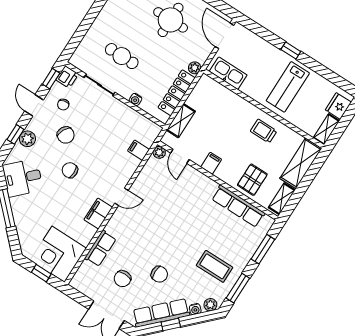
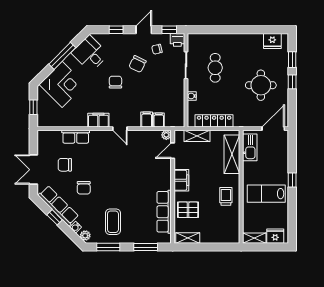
plant: (195, 68) -> (239, 122), removed
plant: (27, 139) -> (118, 40), removed
filing cabinet: (130, 163) -> (147, 119), added
filing cabinet: (211, 163) -> (181, 180), width x2.00
shelving: (301, 163) -> (232, 154), moved, turned 90
corner desk: (58, 254) -> (62, 84), moved, turned 135

